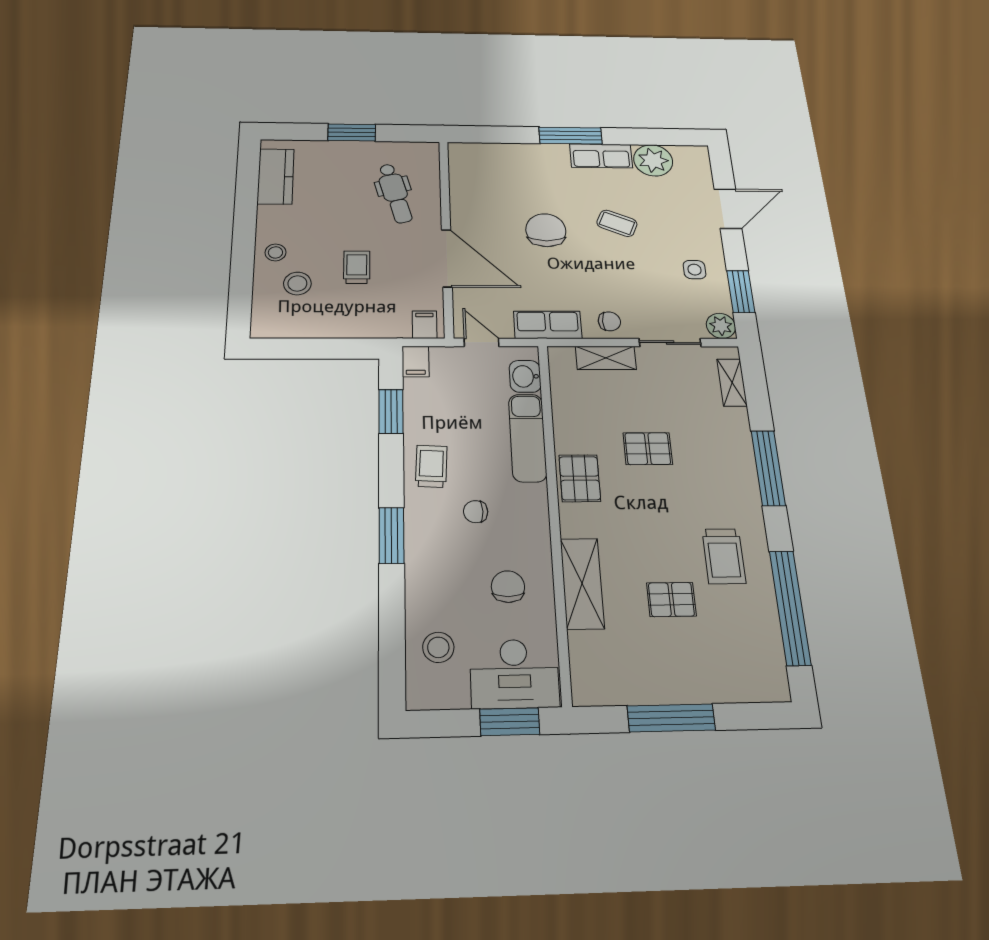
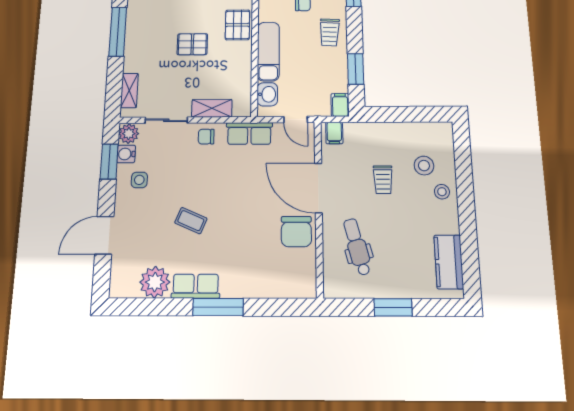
chair: (546, 230) -> (296, 232), moved
water cooler: (719, 301) -> (126, 154), added

